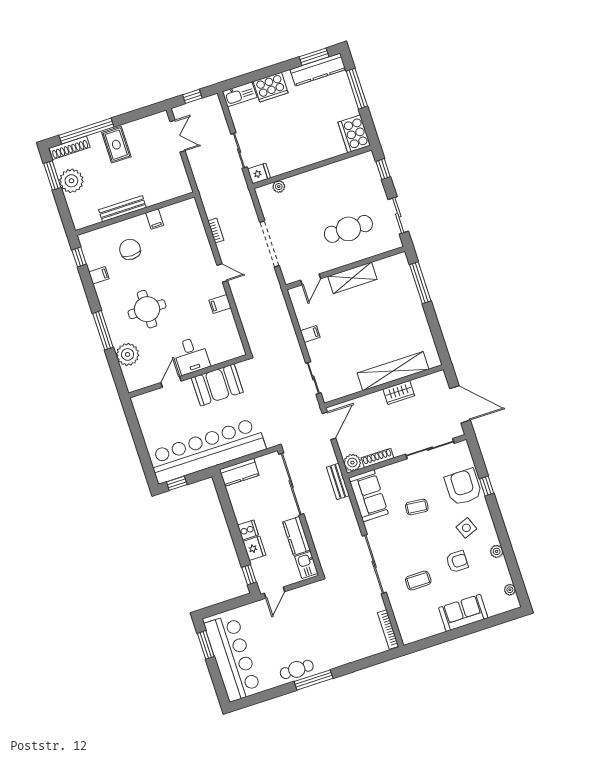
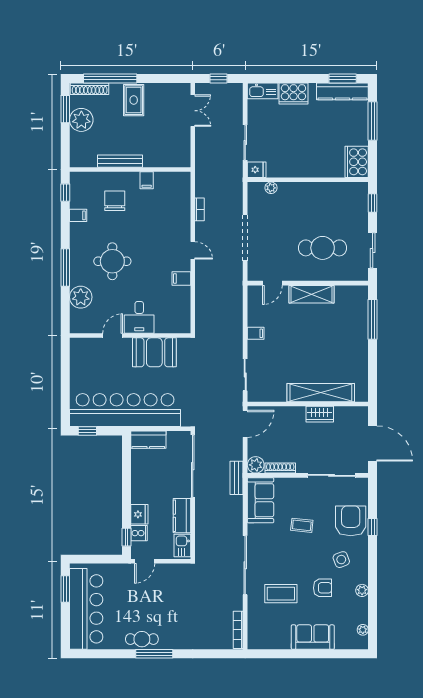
cooker: (248, 530) -> (139, 533), moved
coffee table: (418, 581) -> (281, 594), width x1.36, depth x1.30

